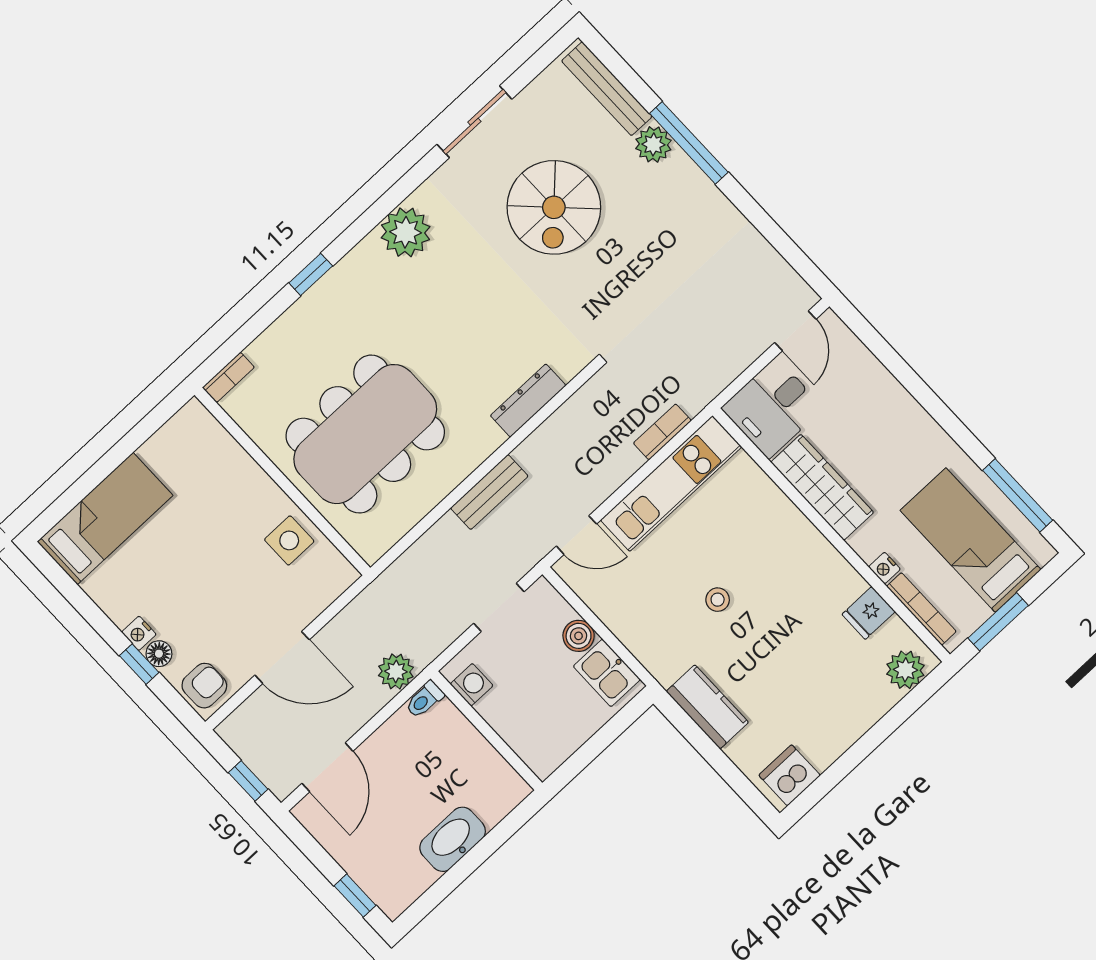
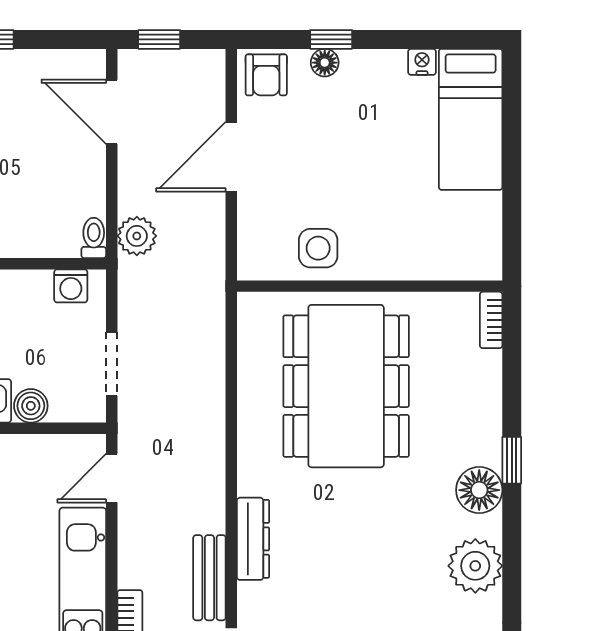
floor lamp: (352, 278) -> (479, 490), added
bench: (489, 492) -> (209, 578), moved
nightstand: (139, 633) -> (422, 62), moved

